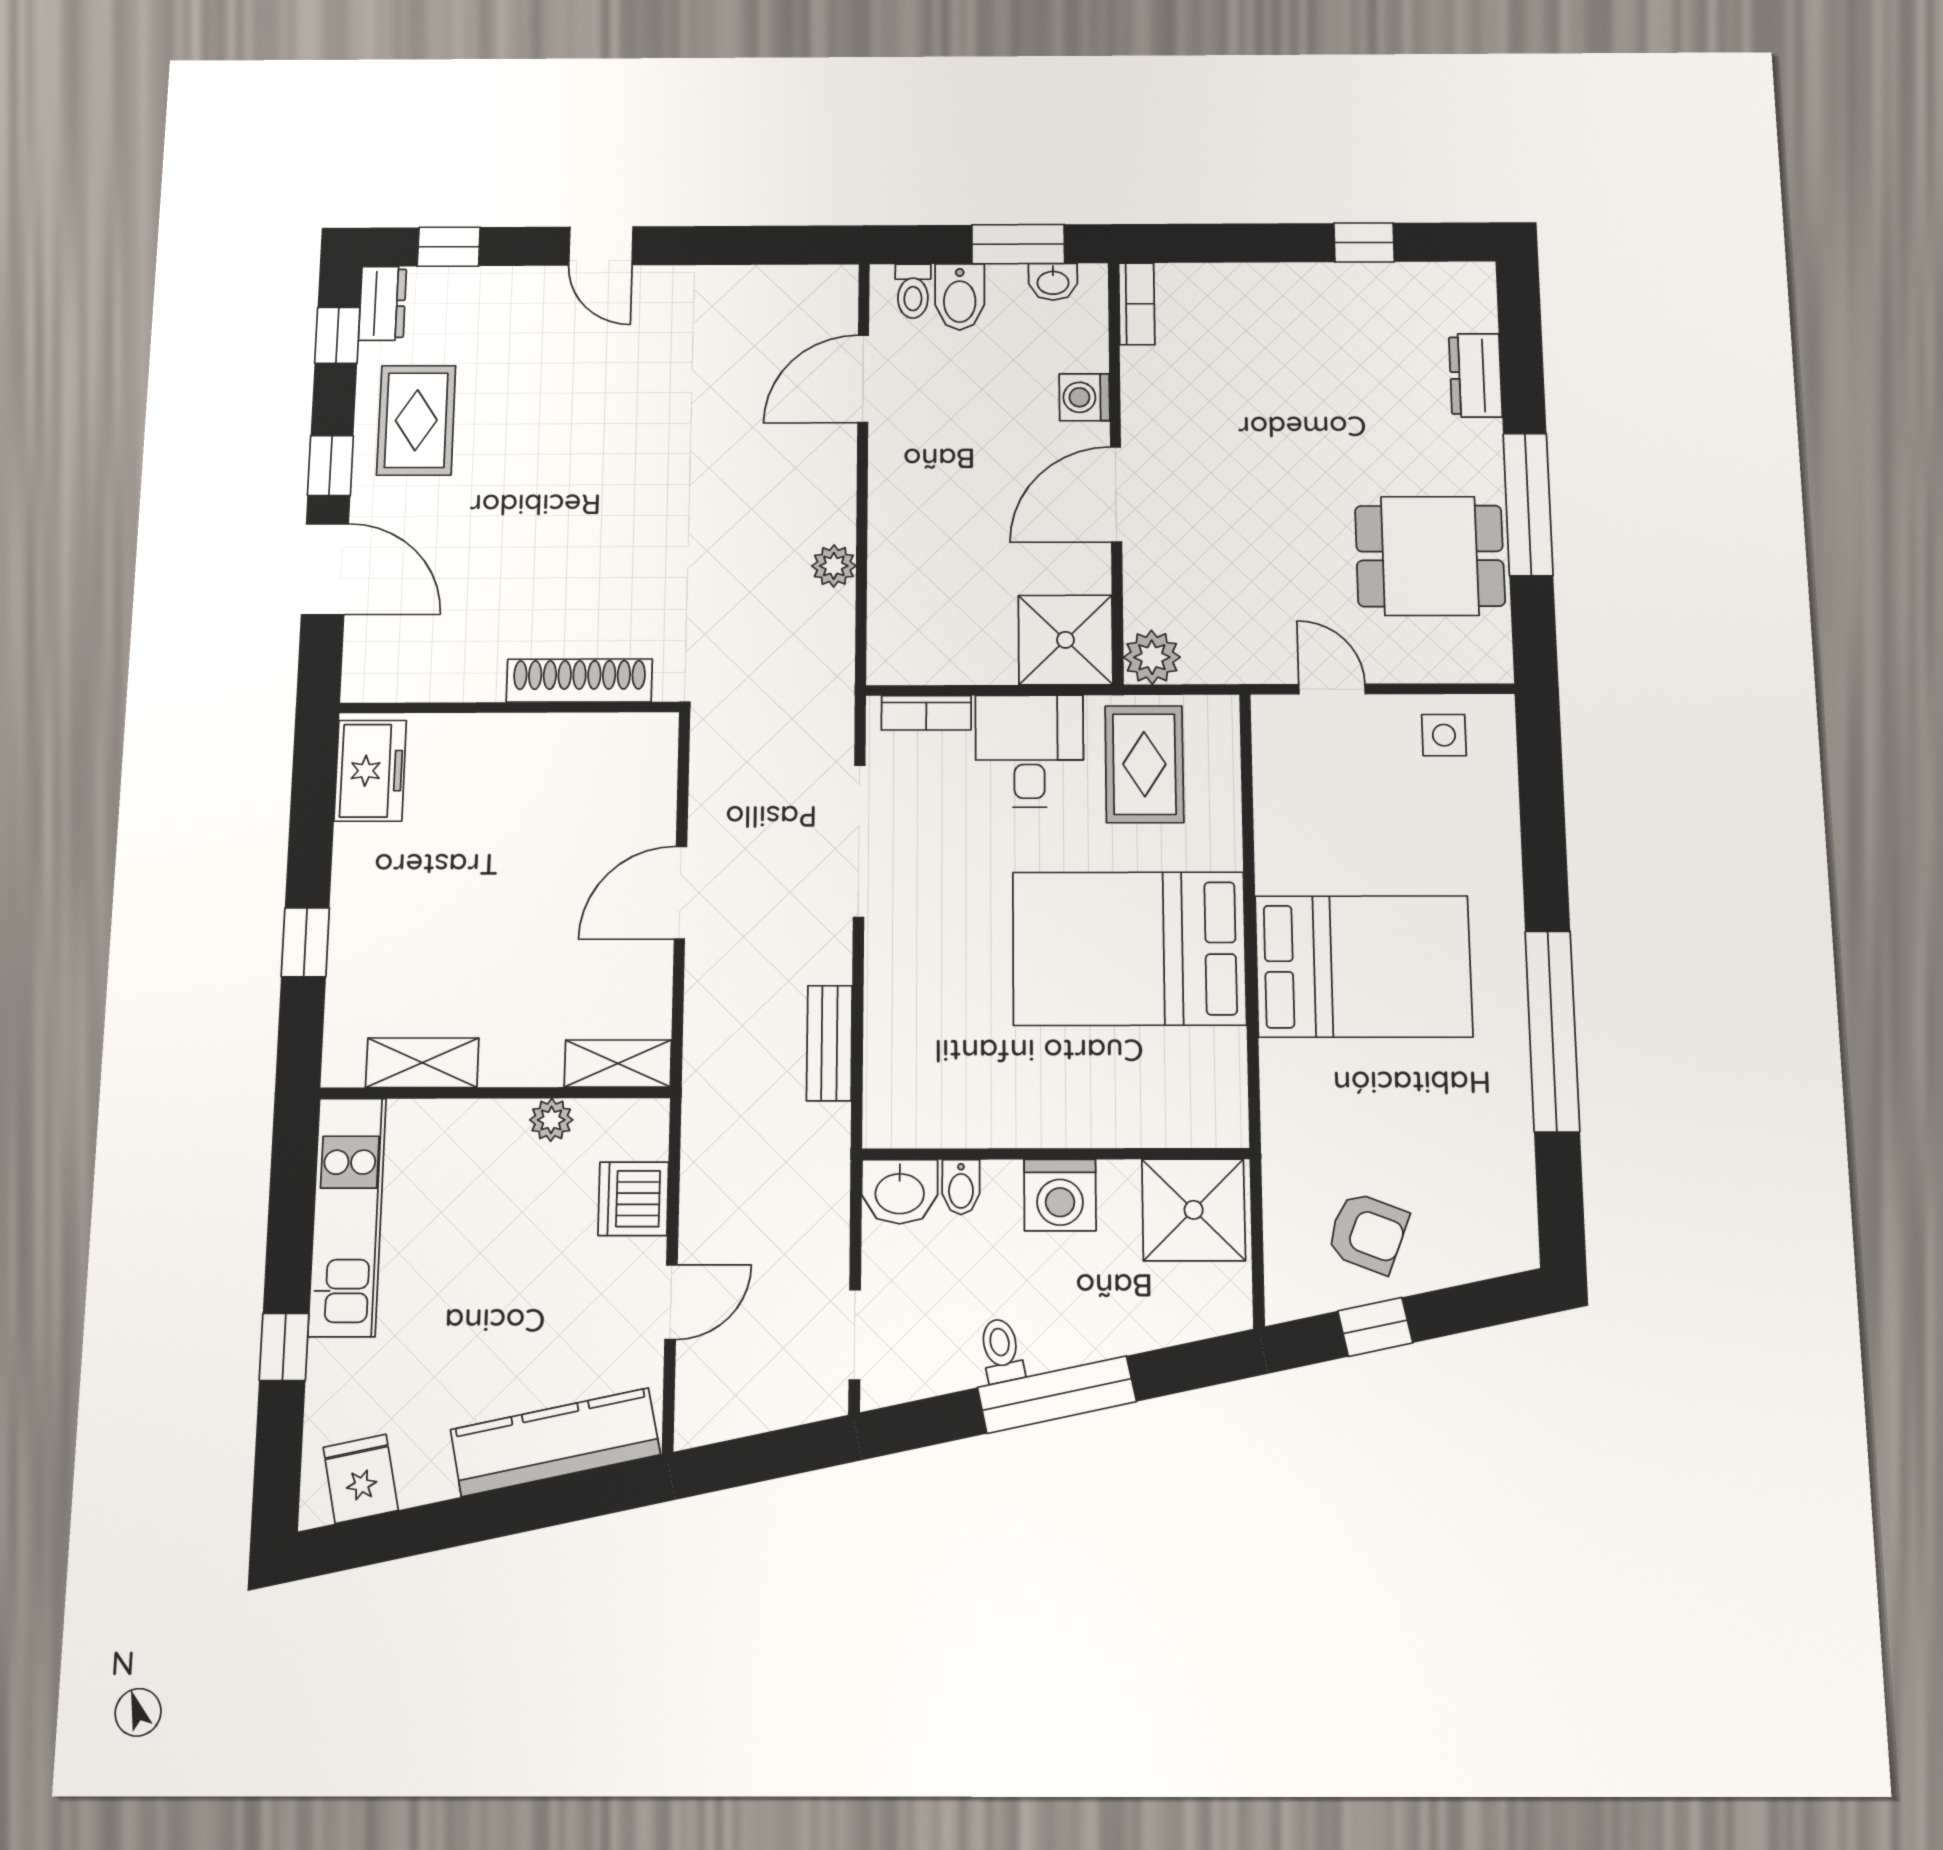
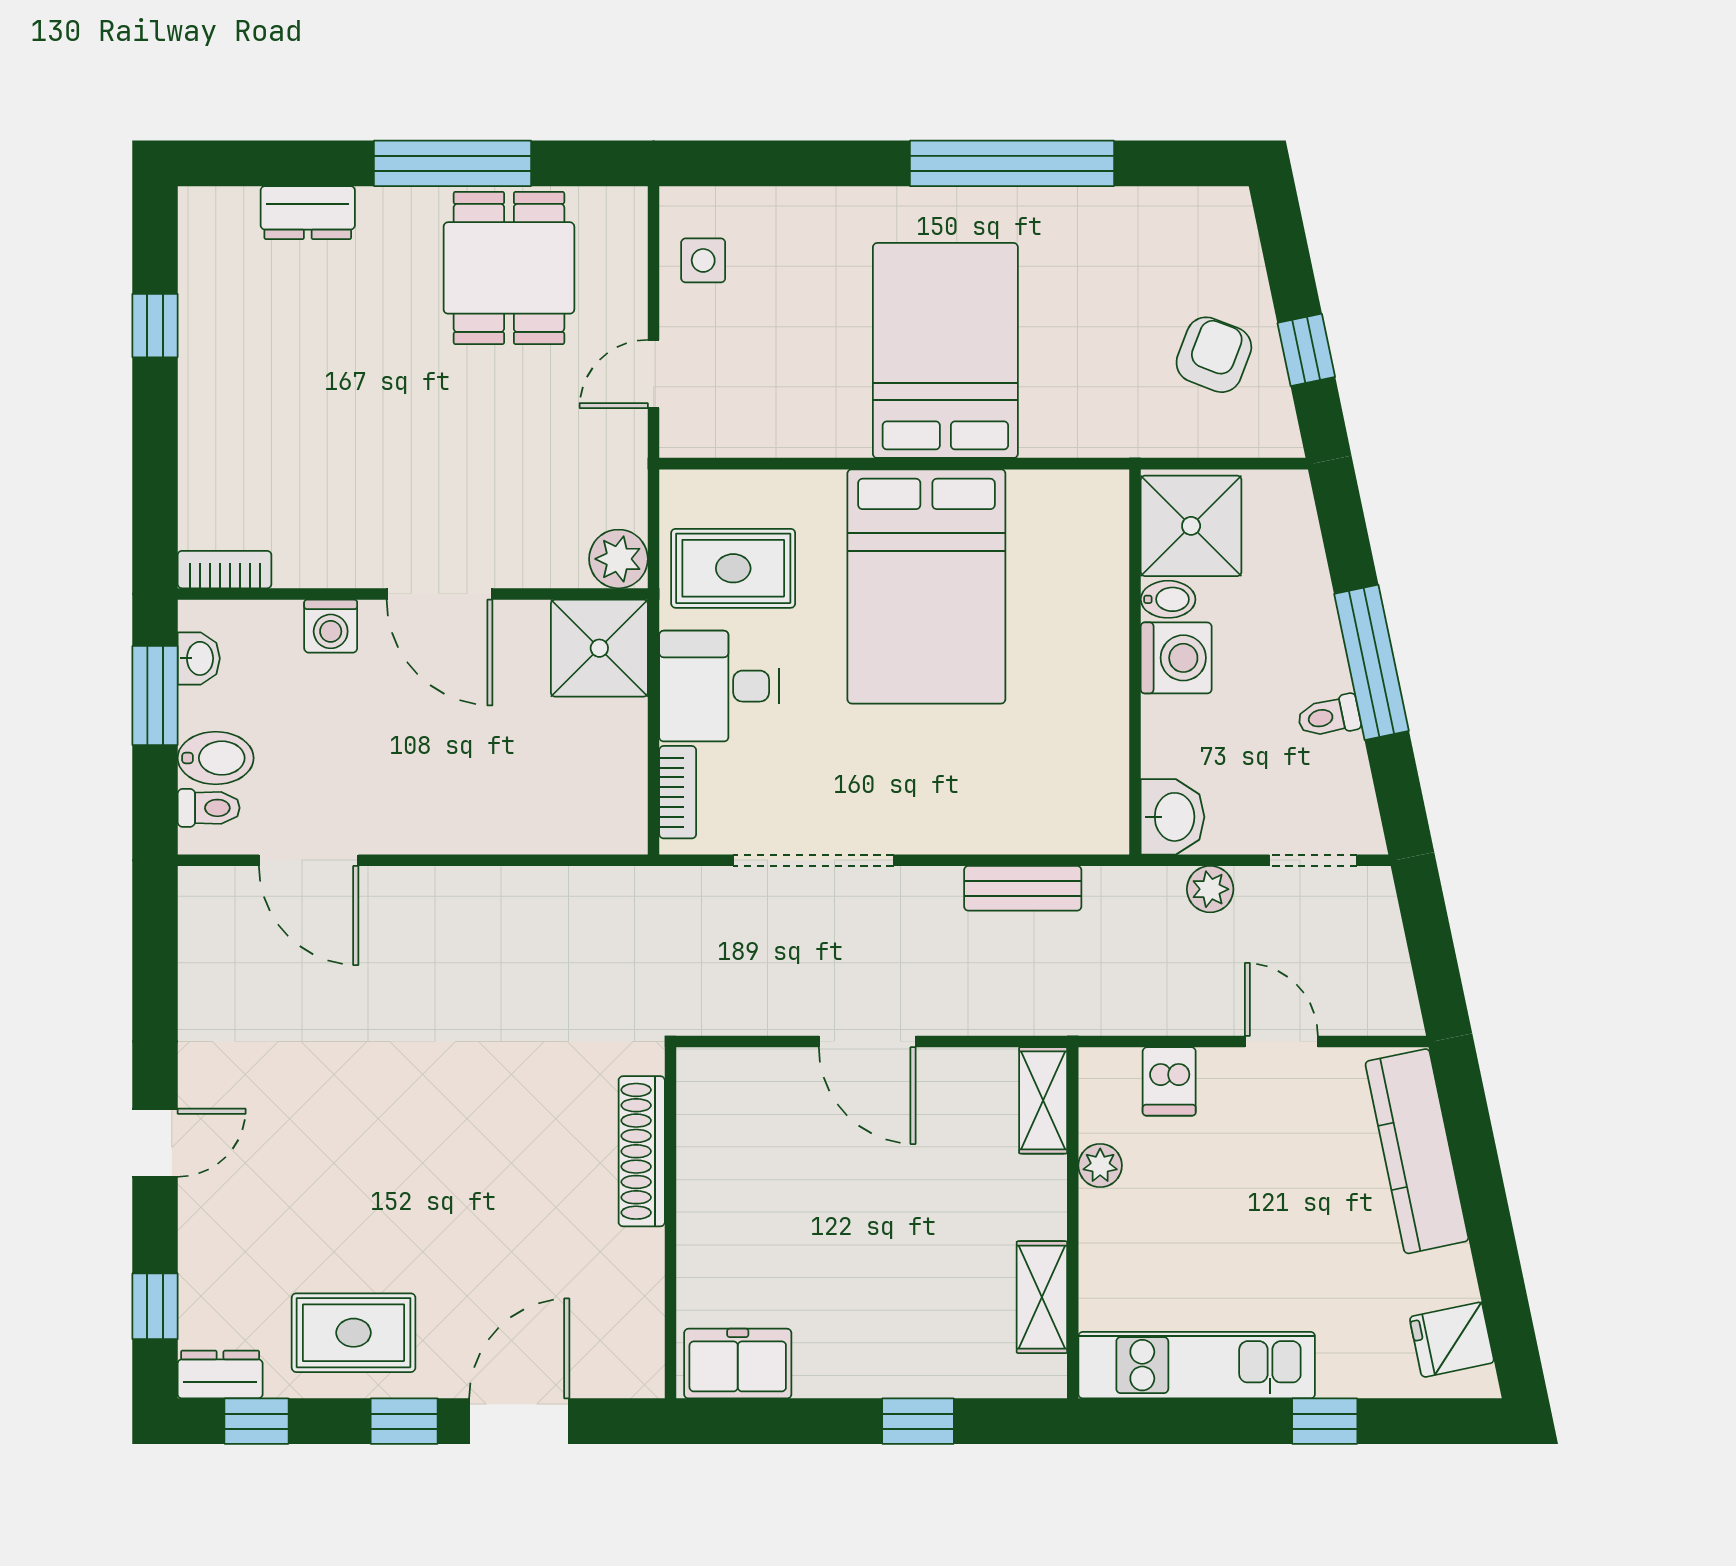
plant: (834, 566) -> (1210, 889), moved
bidet: (961, 1187) -> (1168, 599), moved
dishwasher: (633, 1199) -> (1169, 1081), width x0.73

